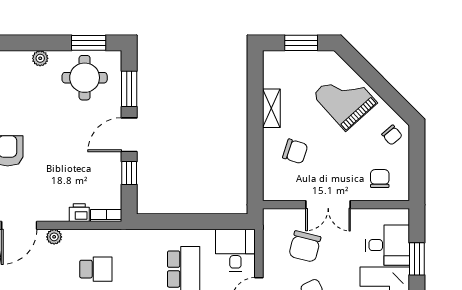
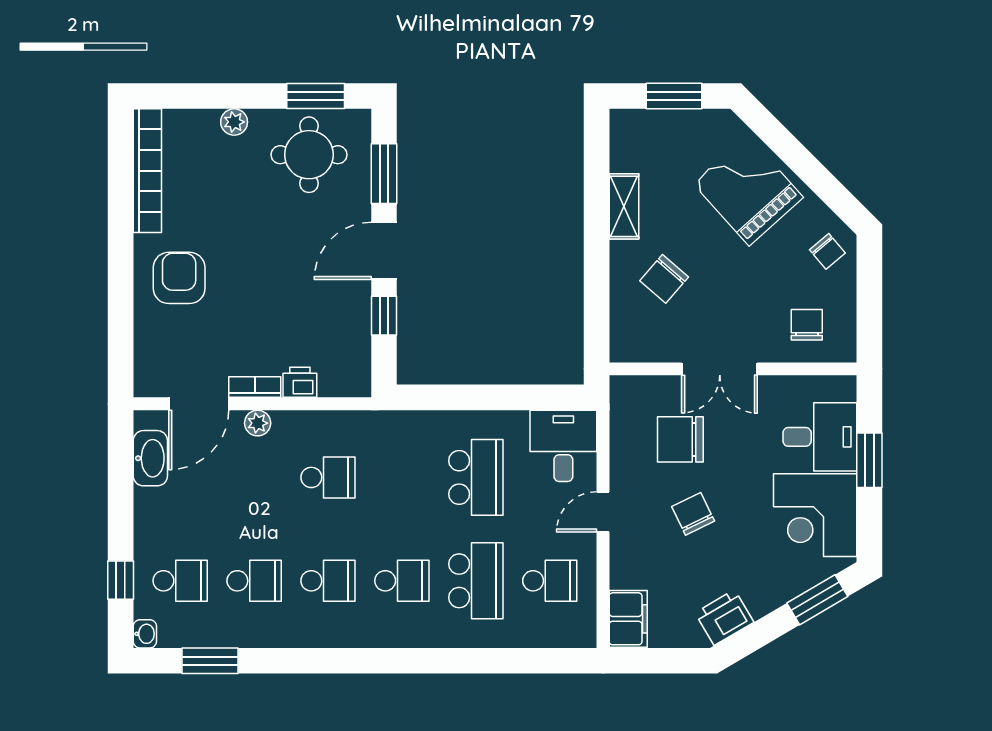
chair: (295, 151) -> (664, 279), turned 113
bookcase: (106, 215) -> (255, 387), moved
chair: (305, 246) -> (680, 439), turned 76

